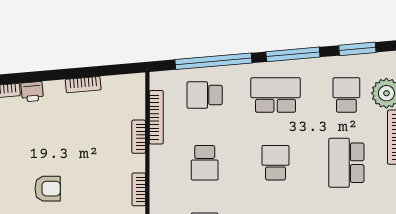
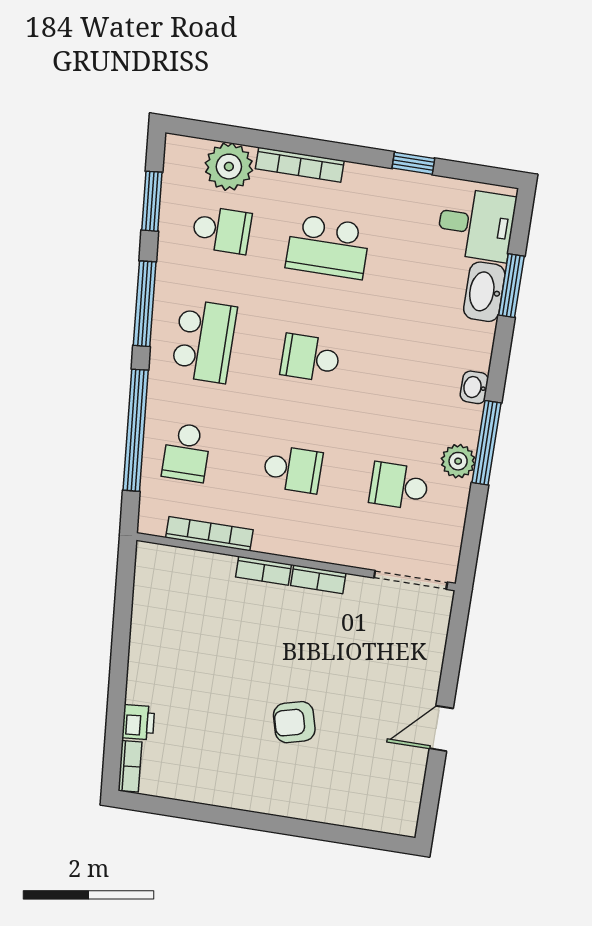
bookcase: (83, 85) -> (140, 640), removed
school desk: (276, 95) -> (204, 341), turned 180
school desk: (346, 95) -> (222, 230), turned 180
bookcase: (139, 137) -> (263, 571), moved
armchair: (48, 189) -> (294, 722), turned -105

